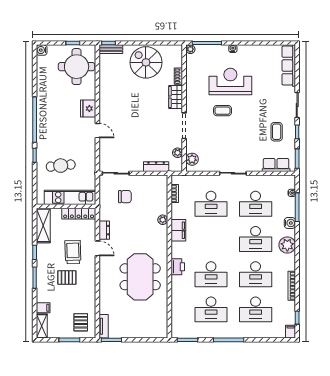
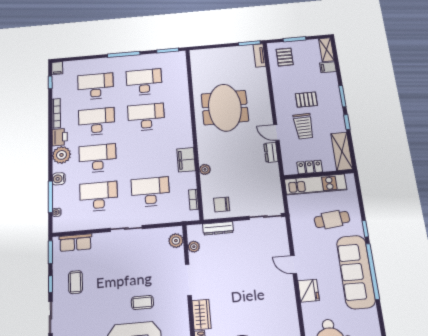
sofa: (48, 120) -> (356, 272), added
chair: (125, 197) -> (222, 204), moved
locker: (79, 214) -> (310, 167), width x0.66
printer: (178, 267) -> (60, 137), moved, turned 180

